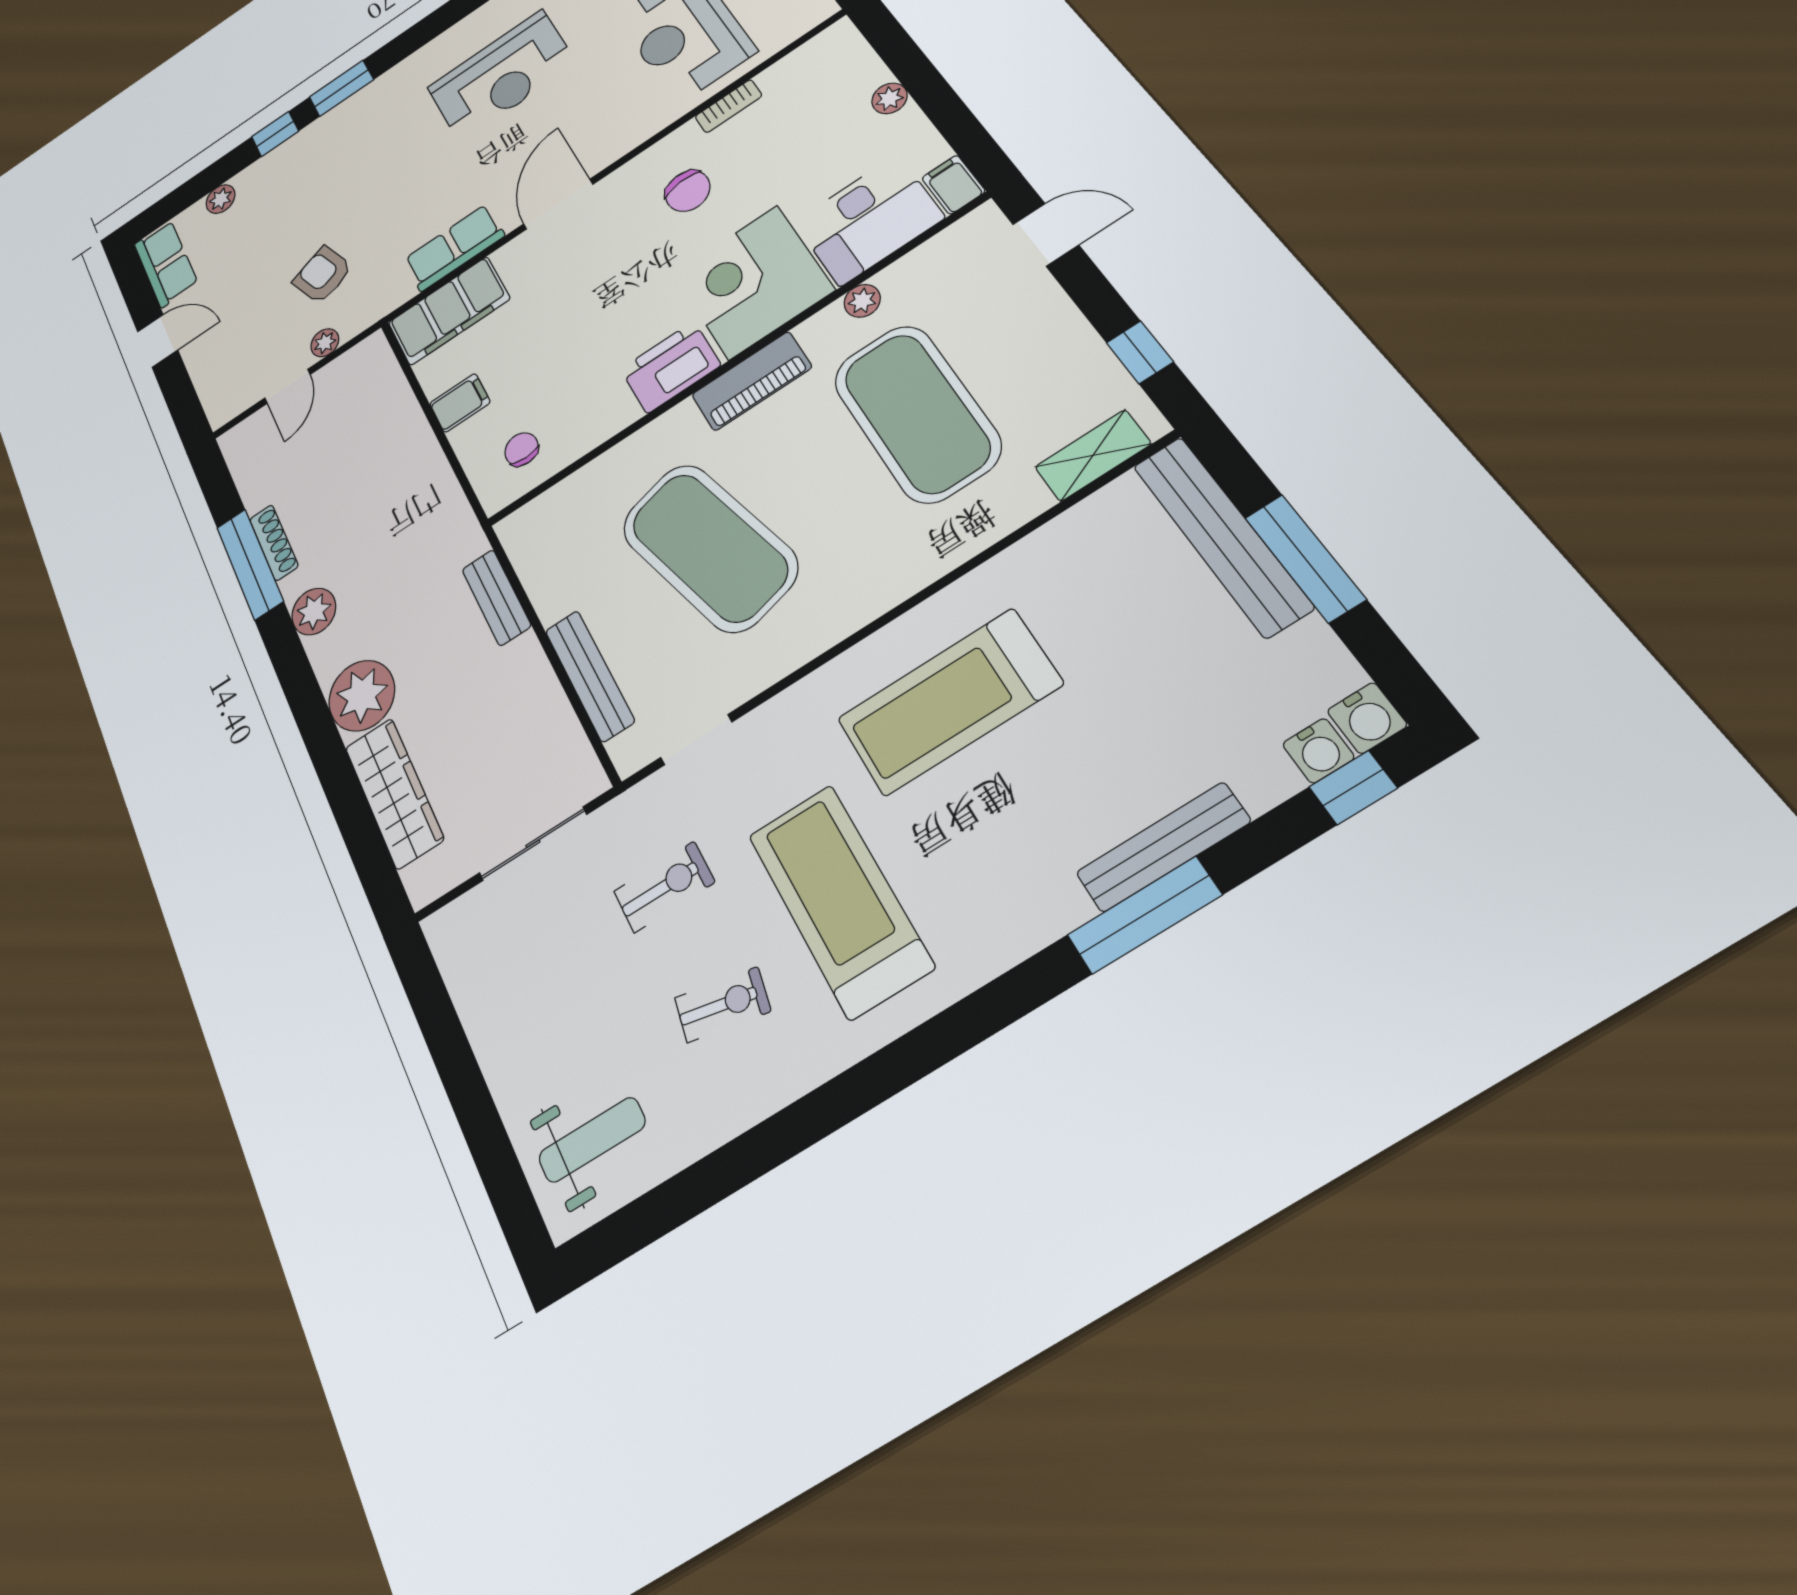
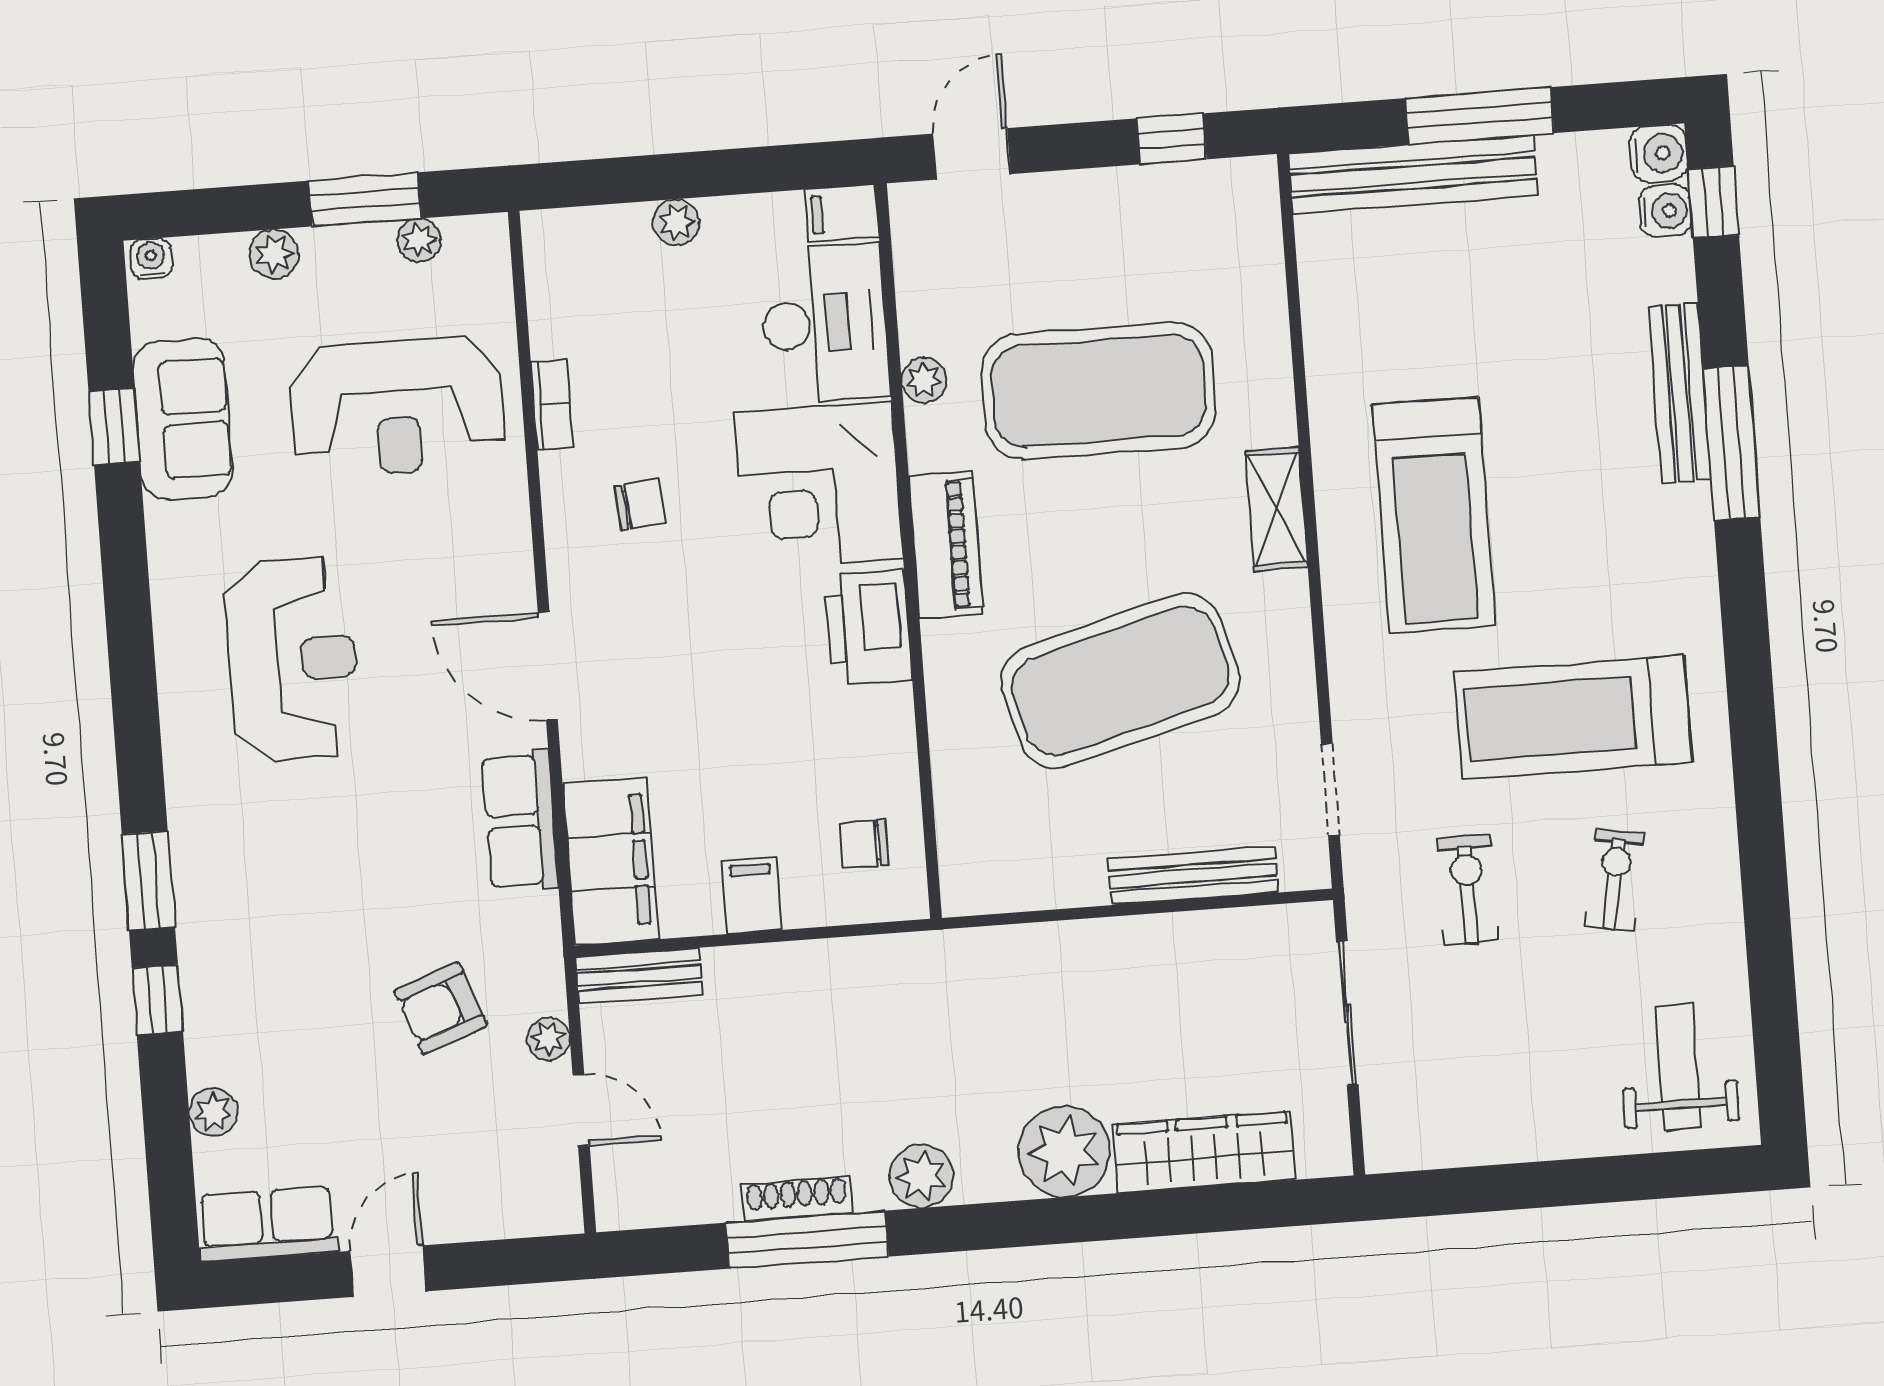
chair: (688, 191) -> (640, 505), width x0.73, depth x0.73
shelving: (1093, 455) -> (1277, 509), moved
bench: (496, 597) -> (639, 976), moved

